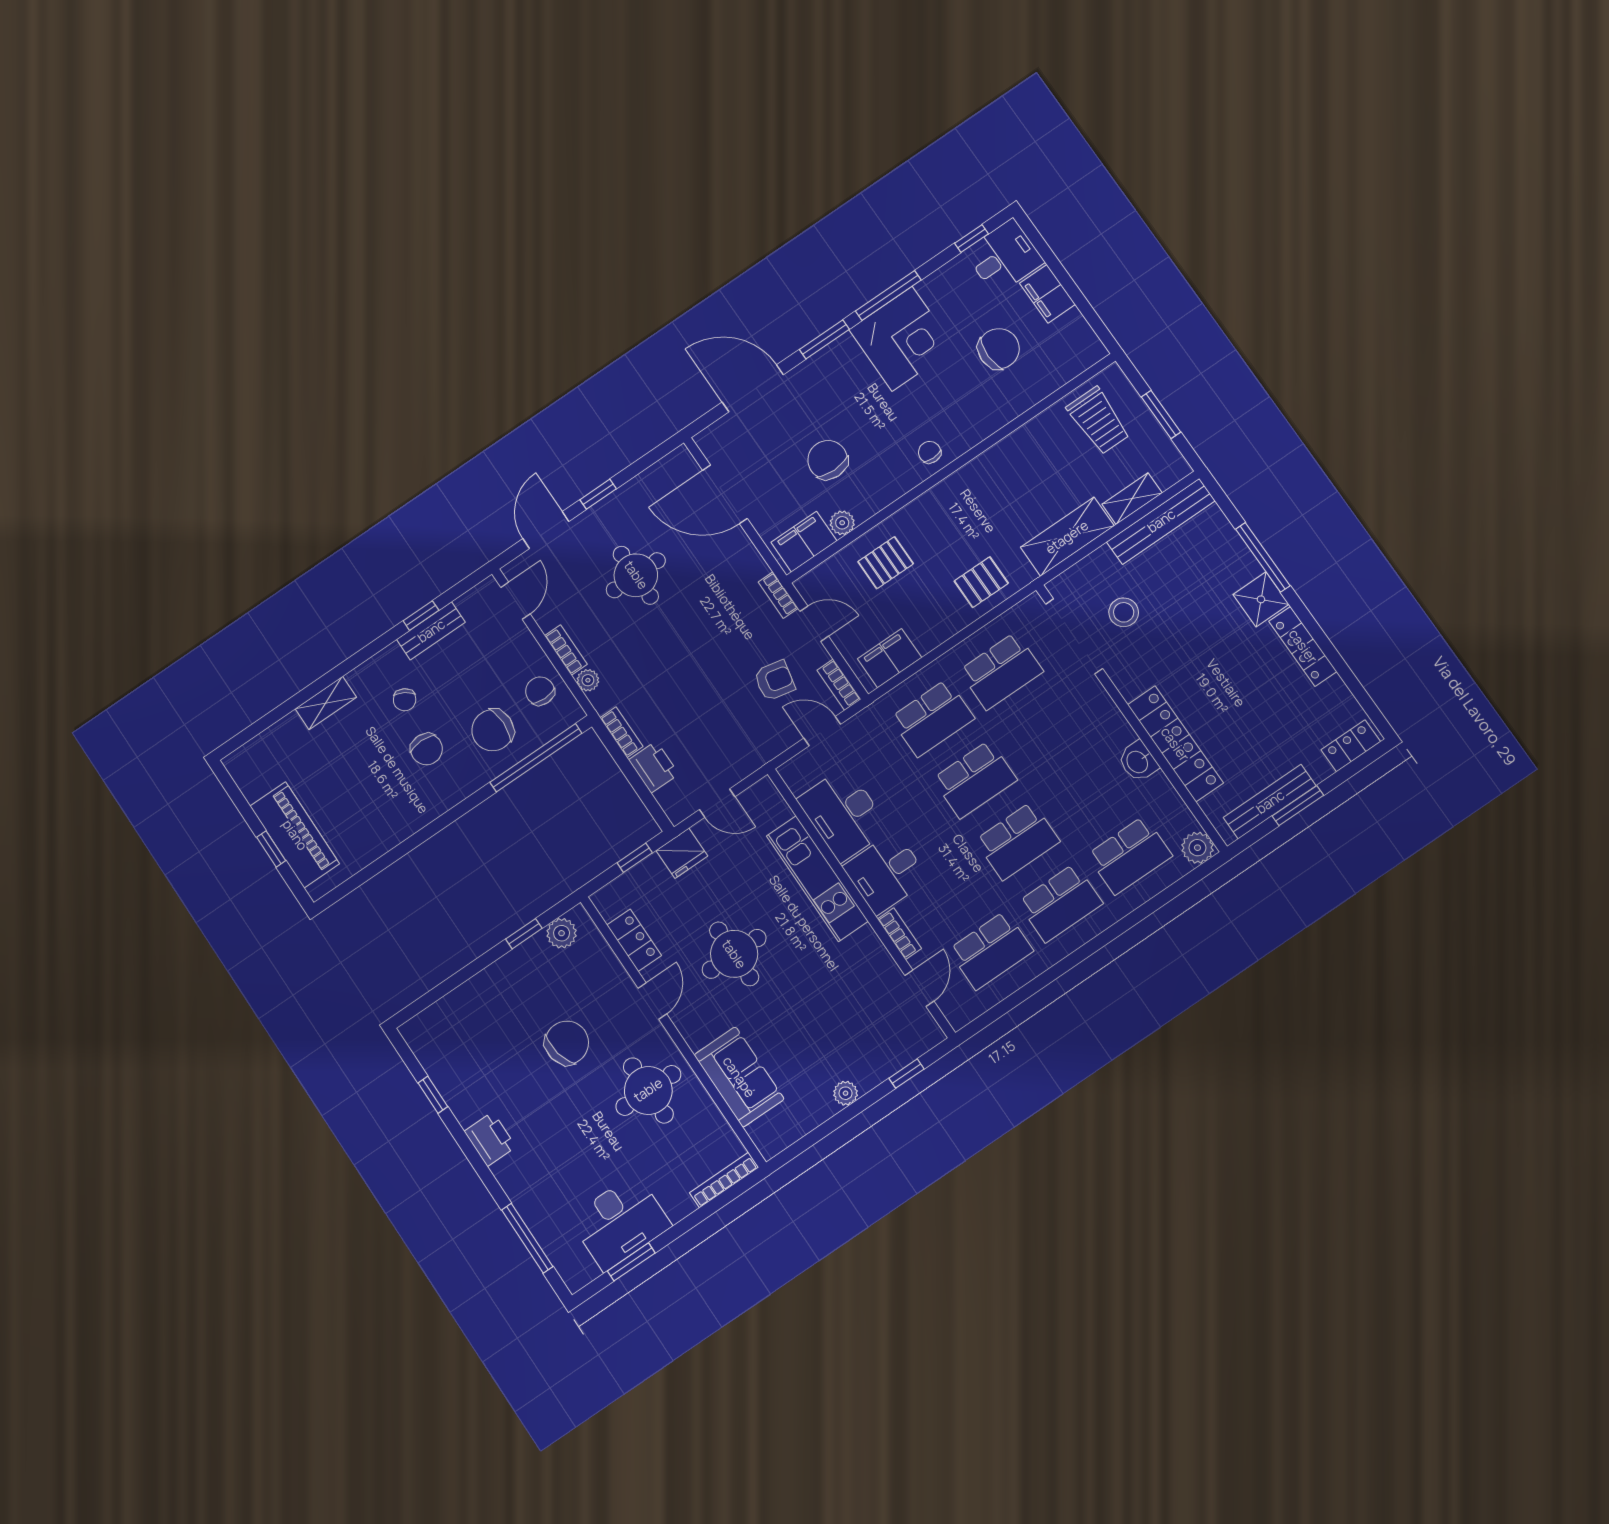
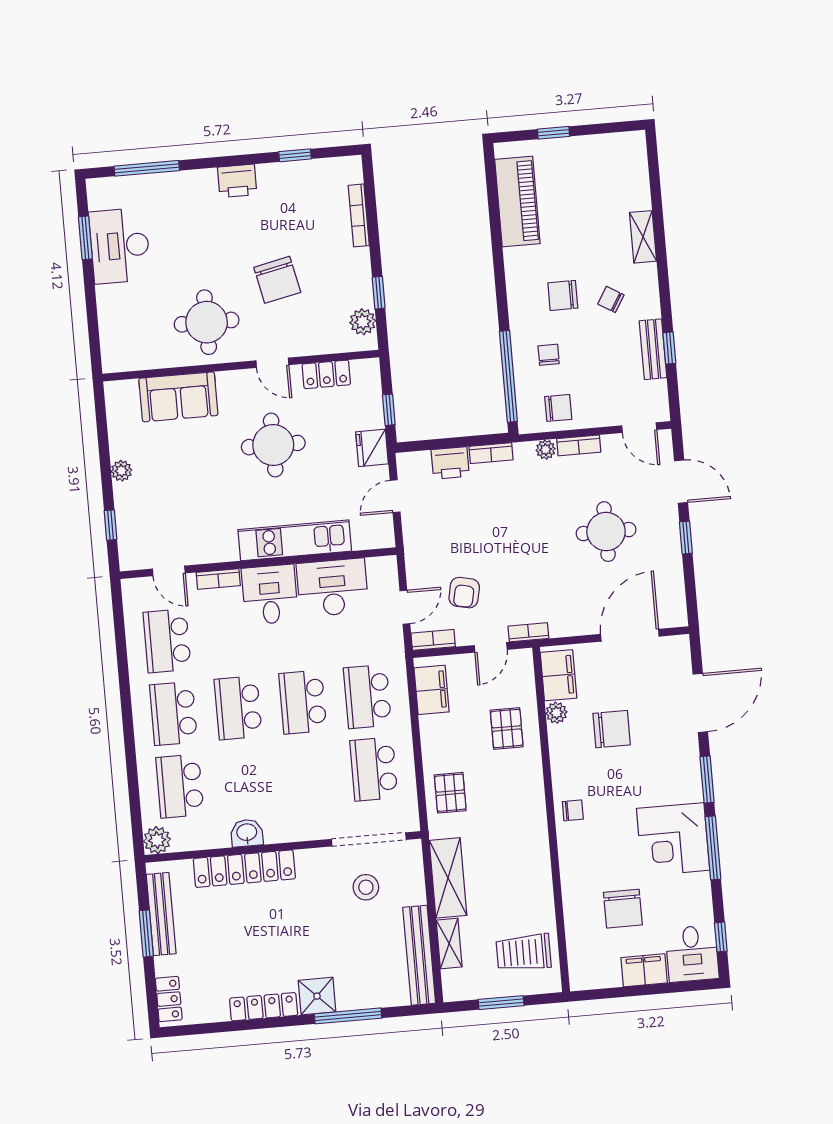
chair: (493, 730) -> (549, 355), width x0.54, depth x0.54
piano: (295, 835) -> (517, 202), moved, turned -90
bookcase: (724, 1180) -> (359, 215), moved, turned 180

